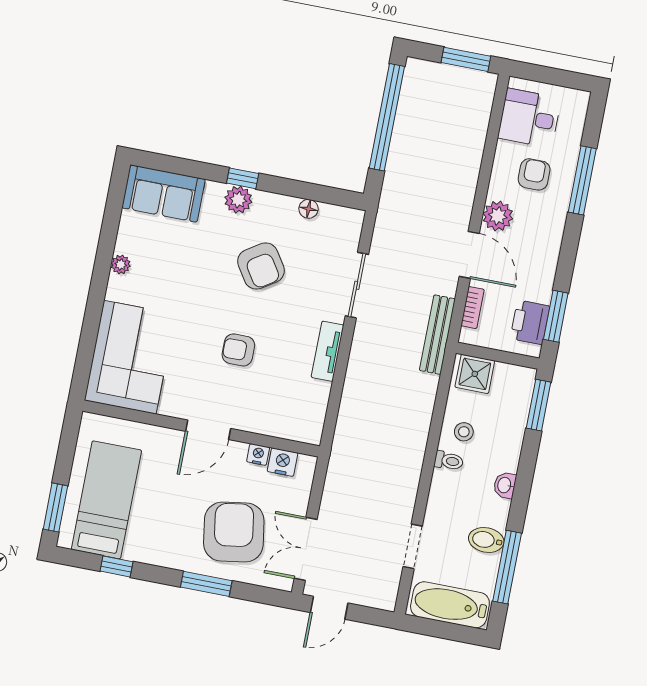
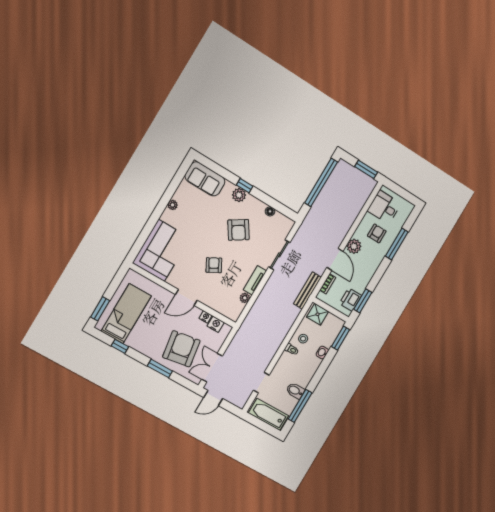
armchair: (238, 350) -> (214, 265), turned 61
plant: (320, 392) -> (245, 298), added
washbasin: (505, 485) -> (322, 353), moved

